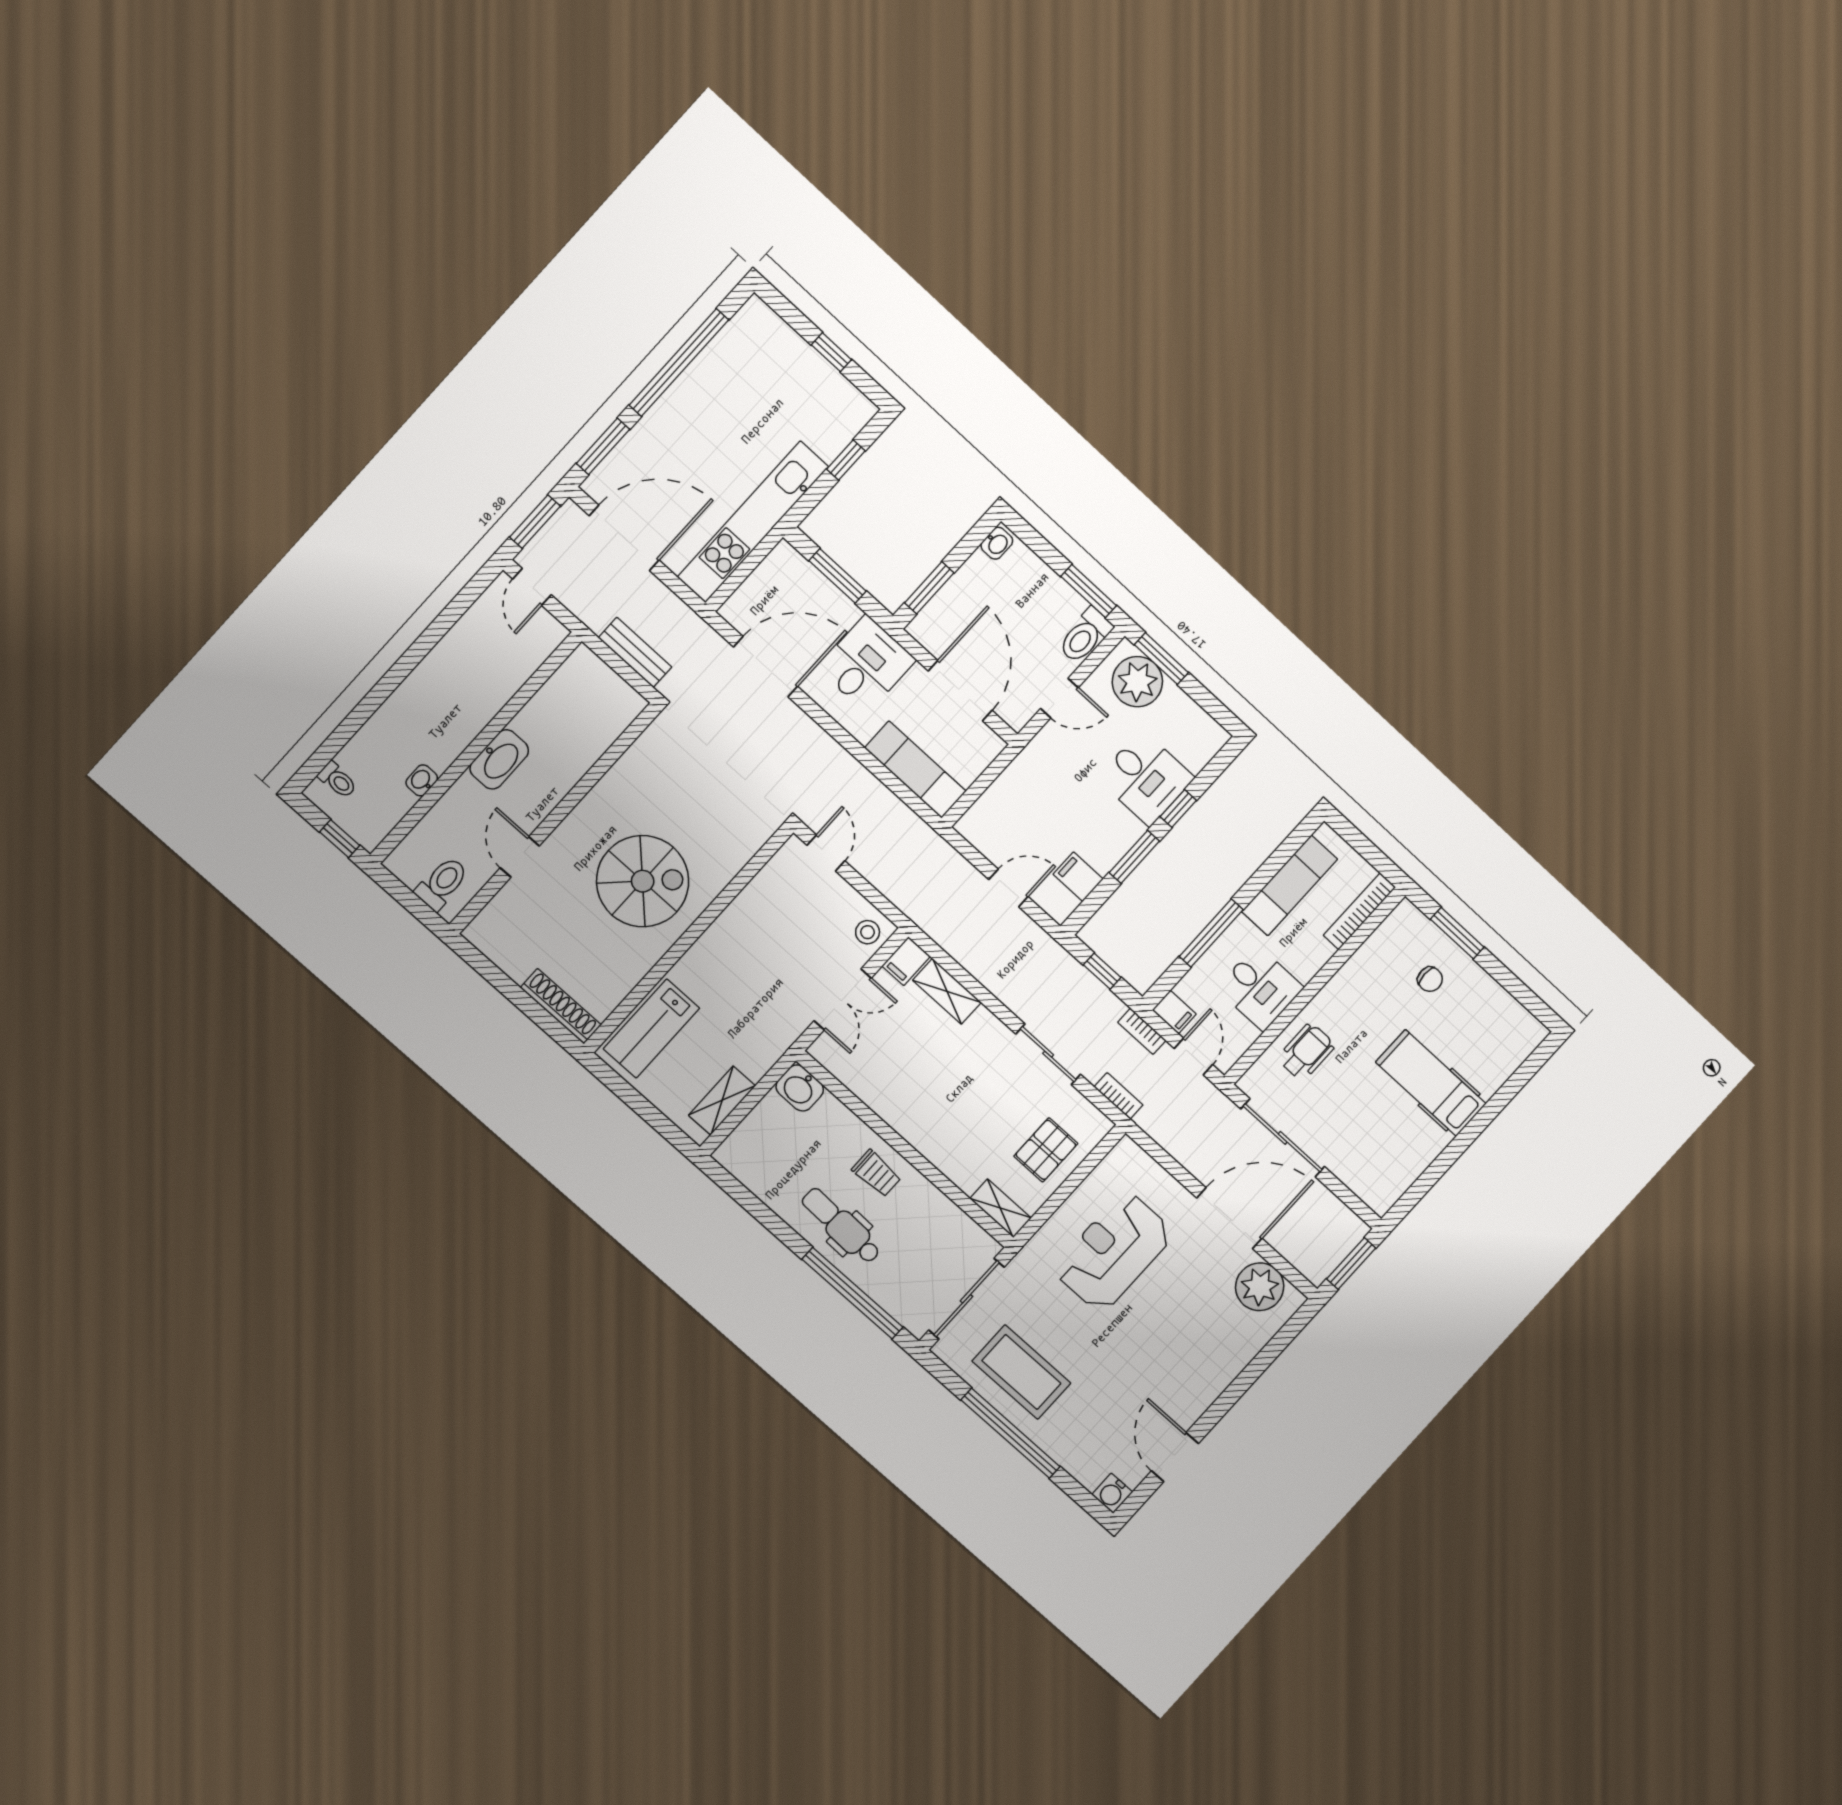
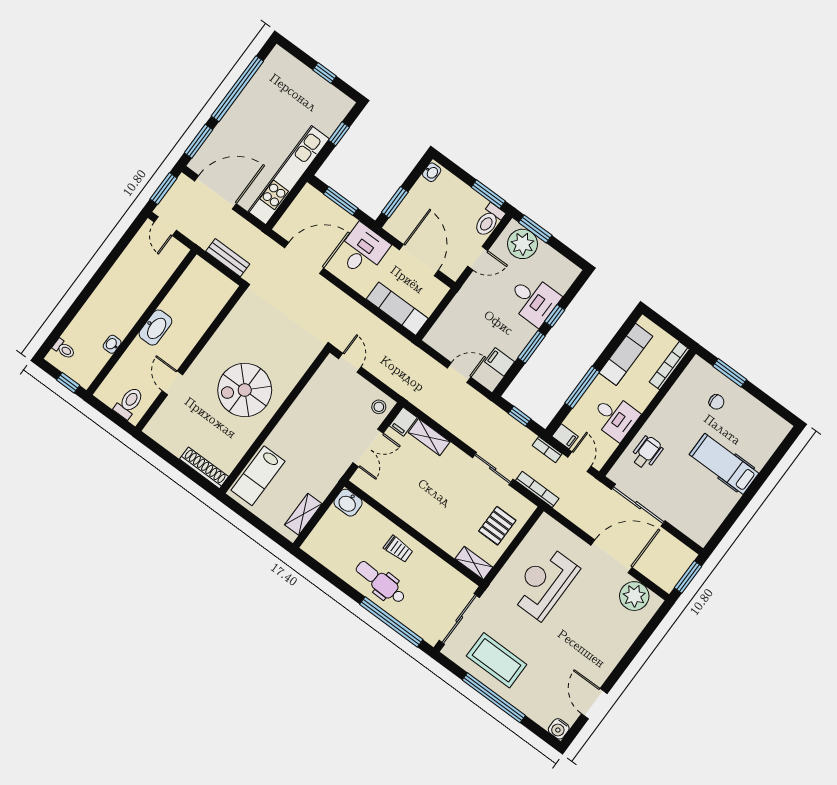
spiral stairs: (643, 881) -> (245, 390), turned 180
bookcase: (1118, 1096) -> (537, 489), width x1.56

